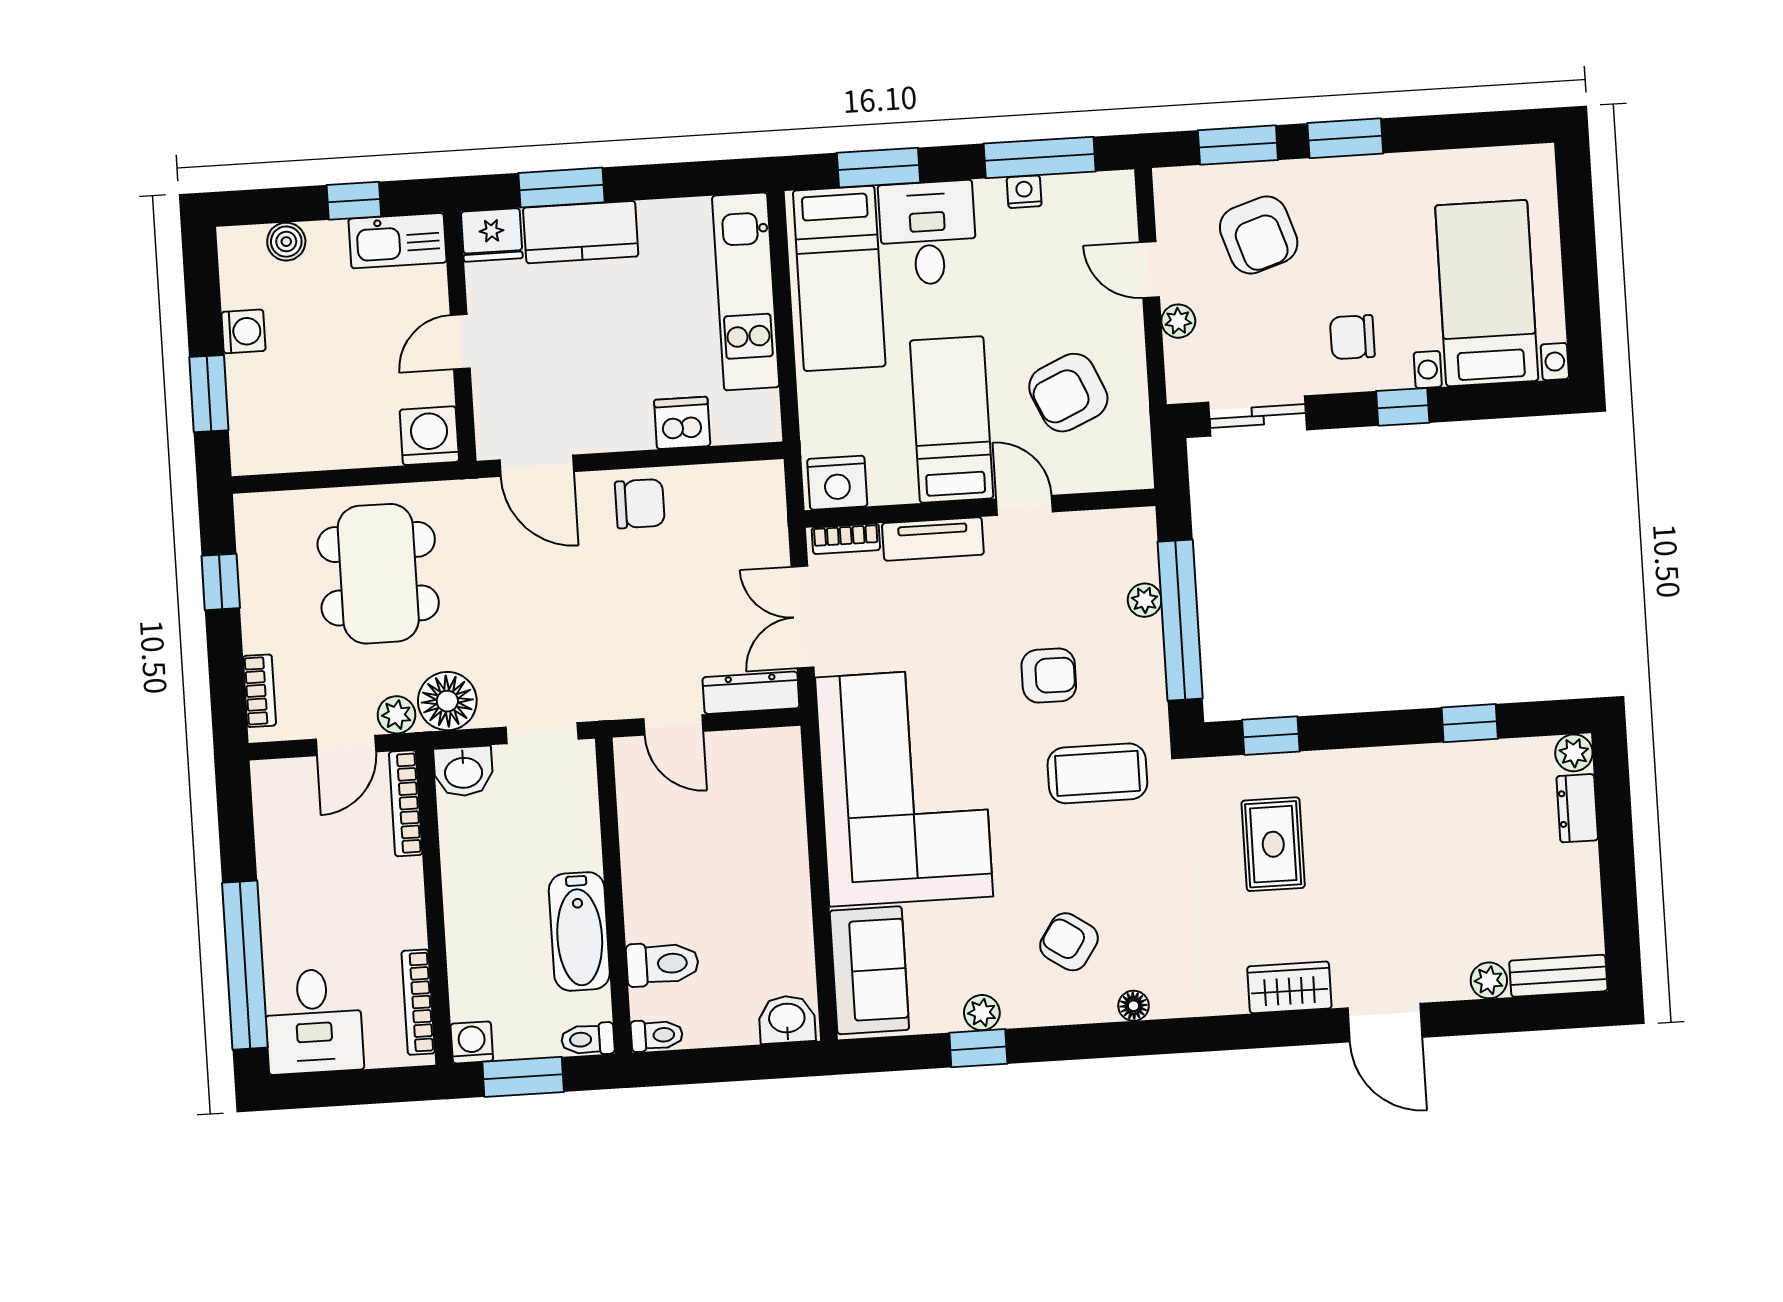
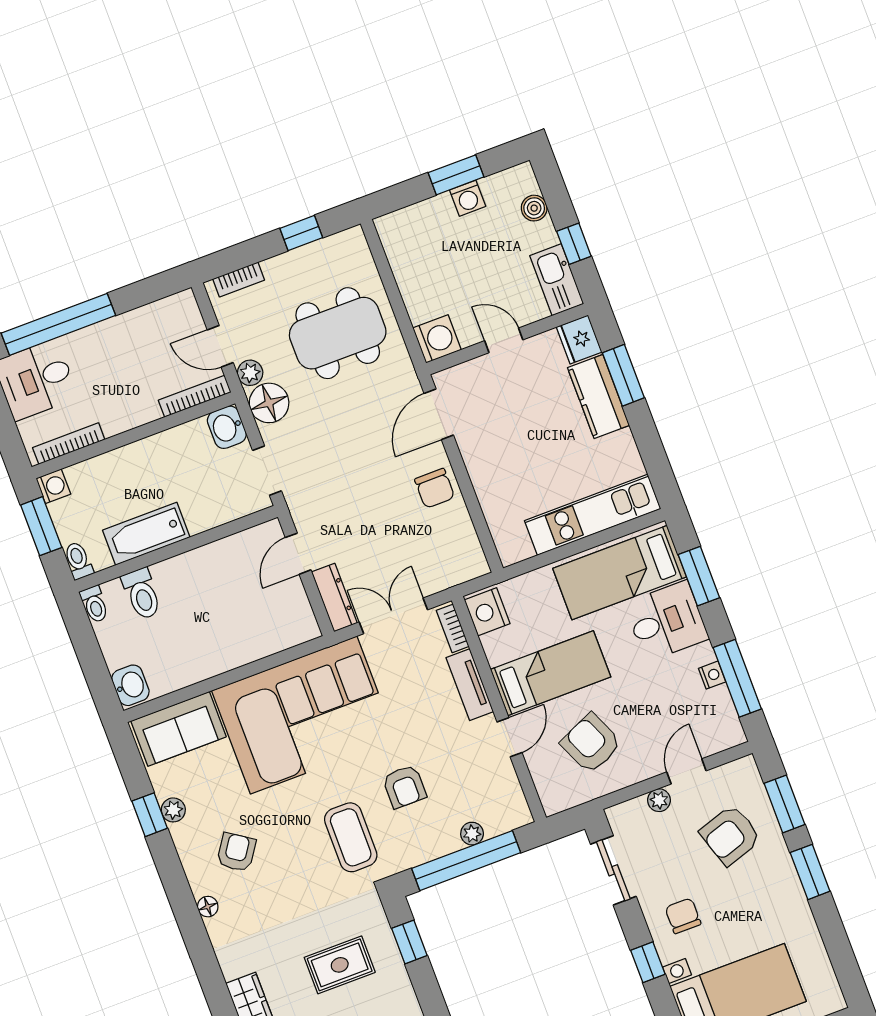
window: (209, 394) -> (456, 175), moved
dishwasher: (682, 423) -> (495, 500), removed

